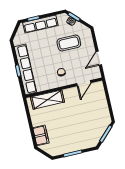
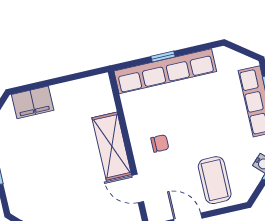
coffee table: (69, 43) -> (215, 180), moved
shelving: (47, 100) -> (112, 146), moved

